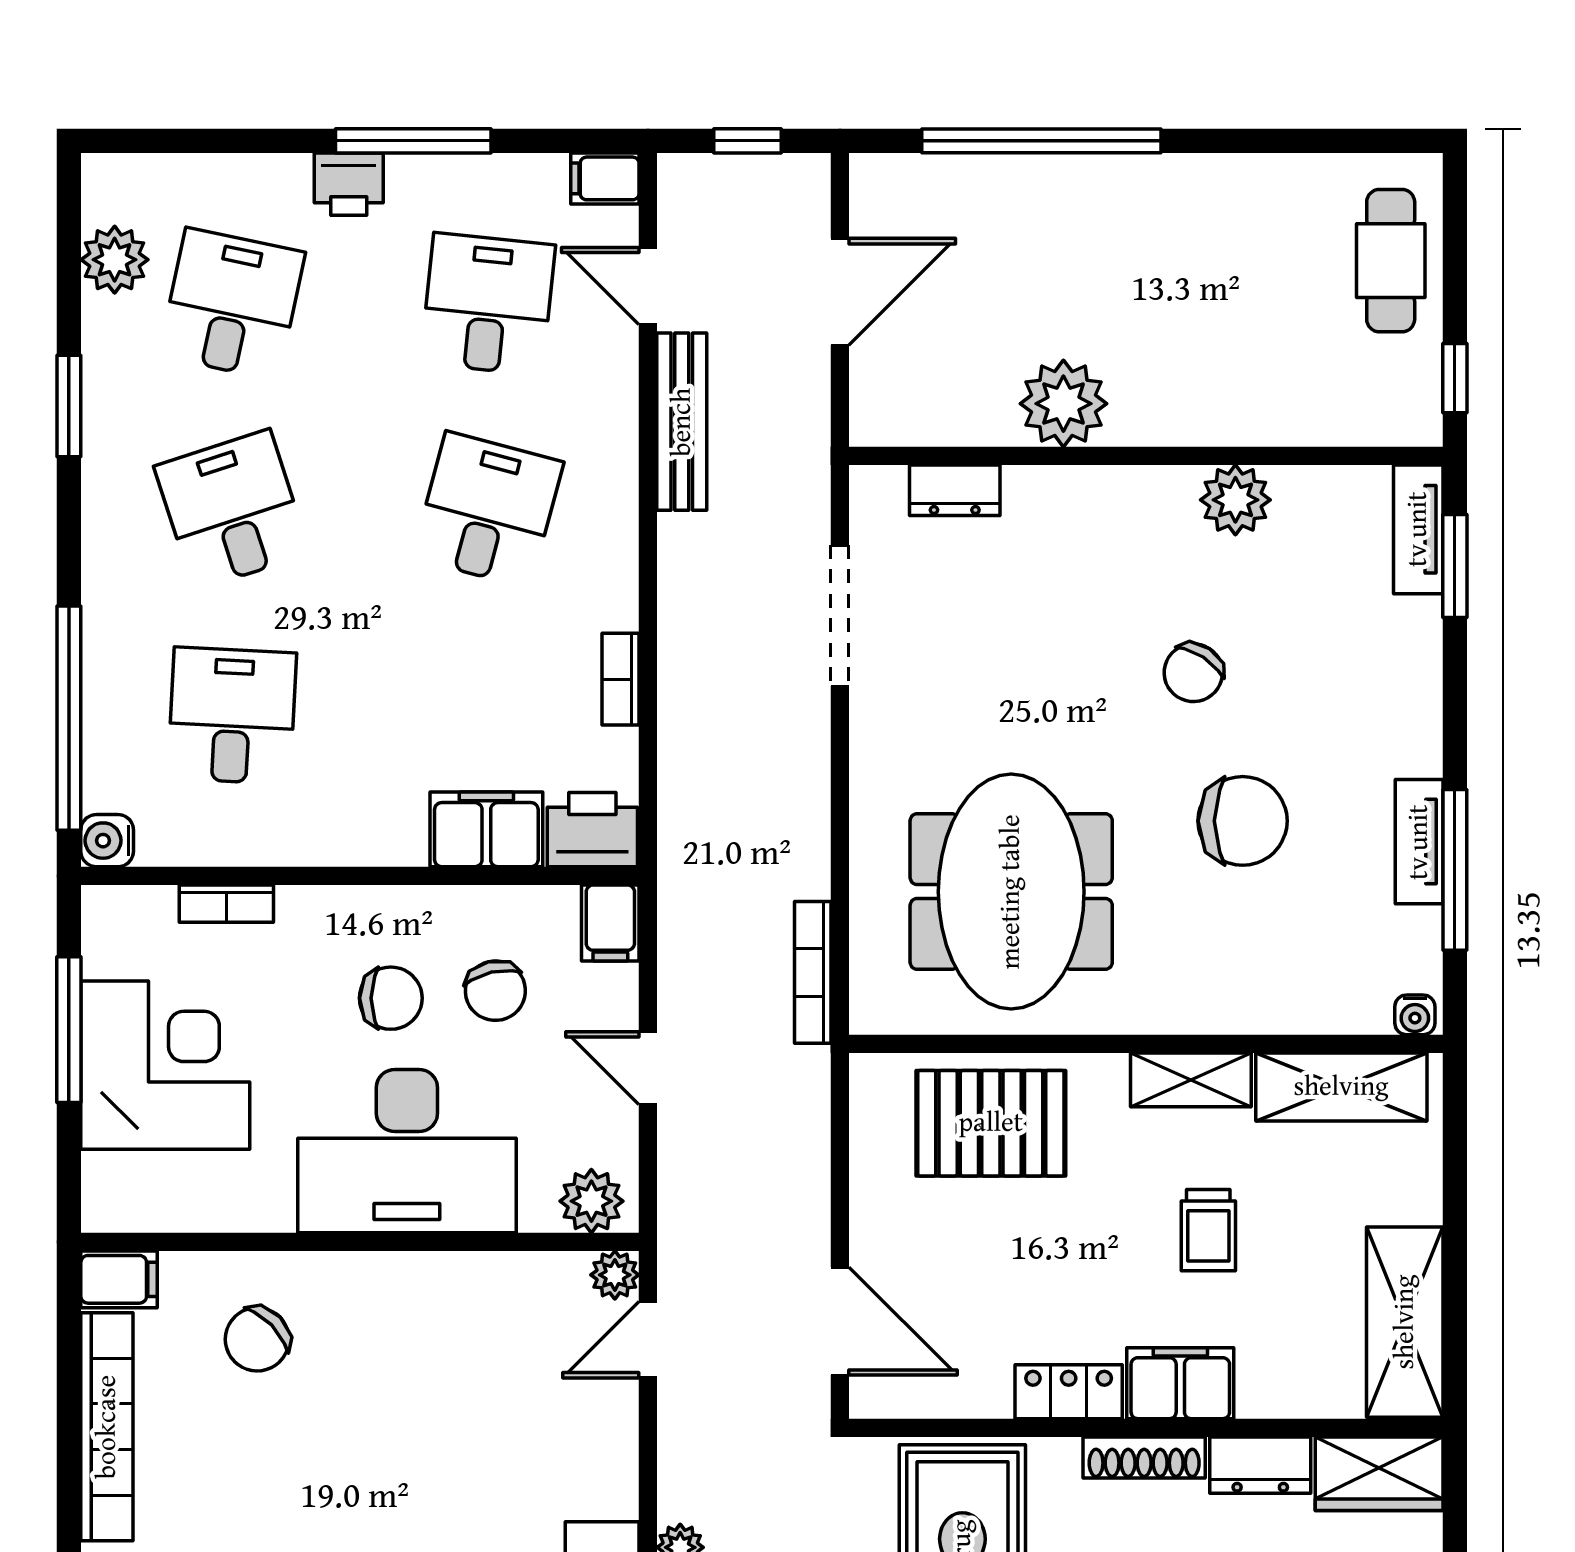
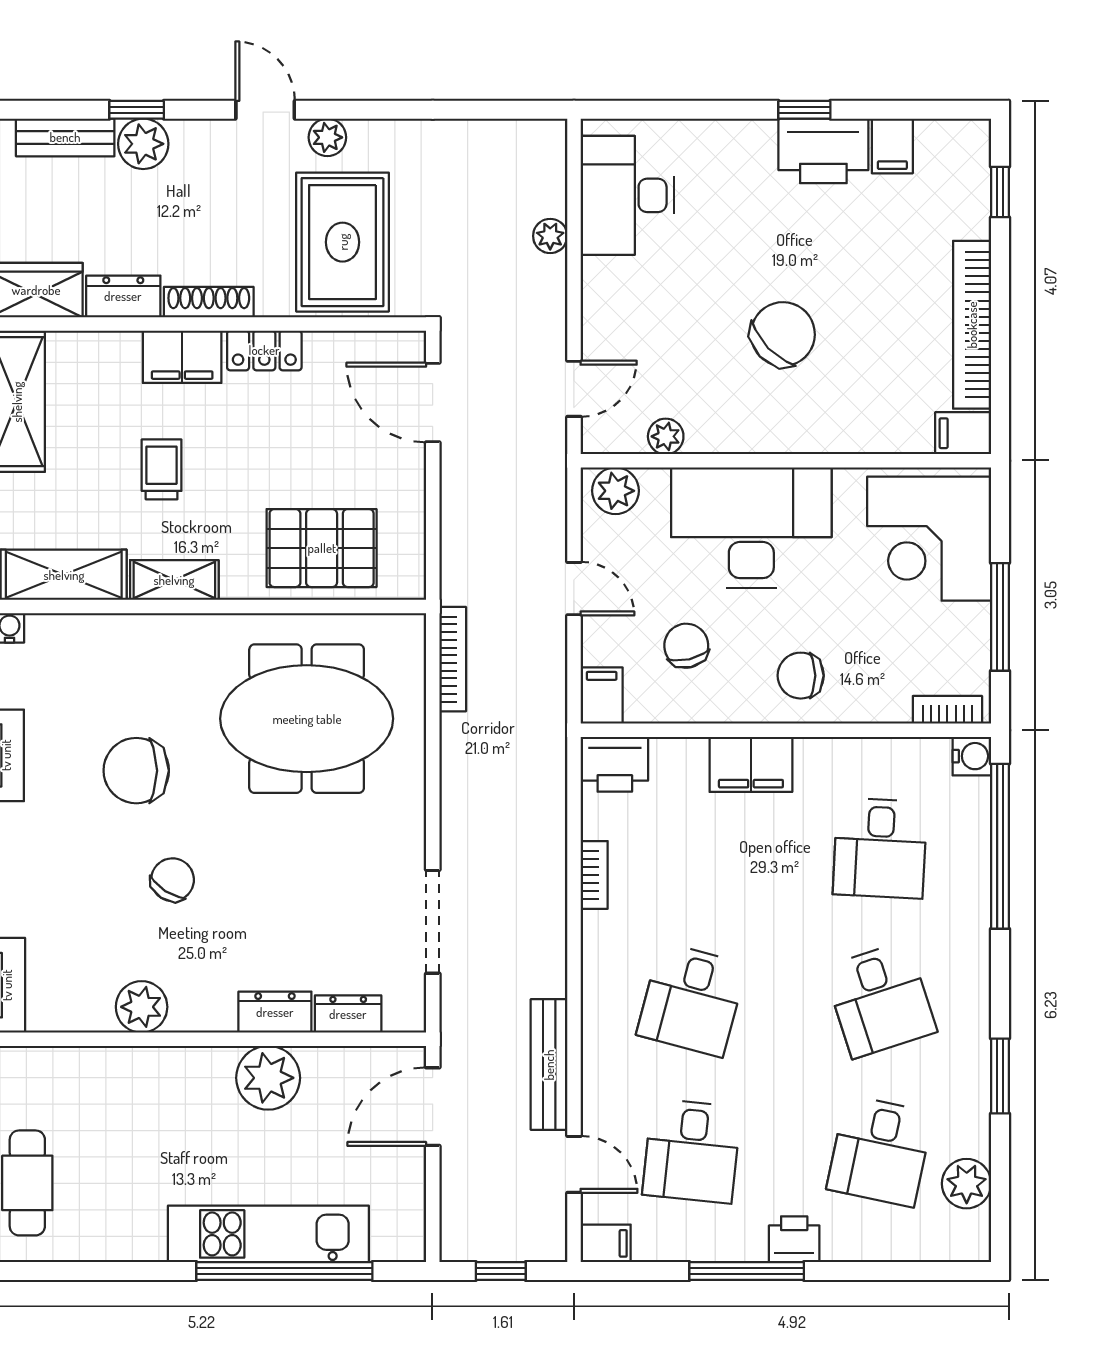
kitchen unit: (1063, 191) -> (268, 1234), added
door: (840, 292) -> (433, 1107), moved
dresser: (1054, 493) -> (275, 1012), added
filing cabinet: (486, 829) -> (751, 764), moved
meeting table: (1011, 892) -> (307, 719), turned 90
bookcase: (226, 904) -> (947, 710), moved
chair: (391, 998) -> (801, 676), moved
corner desk: (165, 1065) -> (929, 539), moved
plant: (615, 1275) -> (666, 436), moved
chair: (257, 1339) -> (783, 334), moved, width x1.37, depth x1.37

